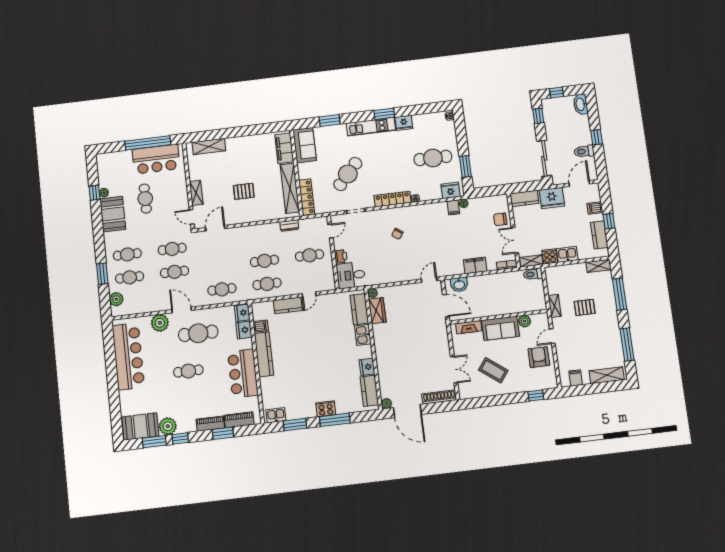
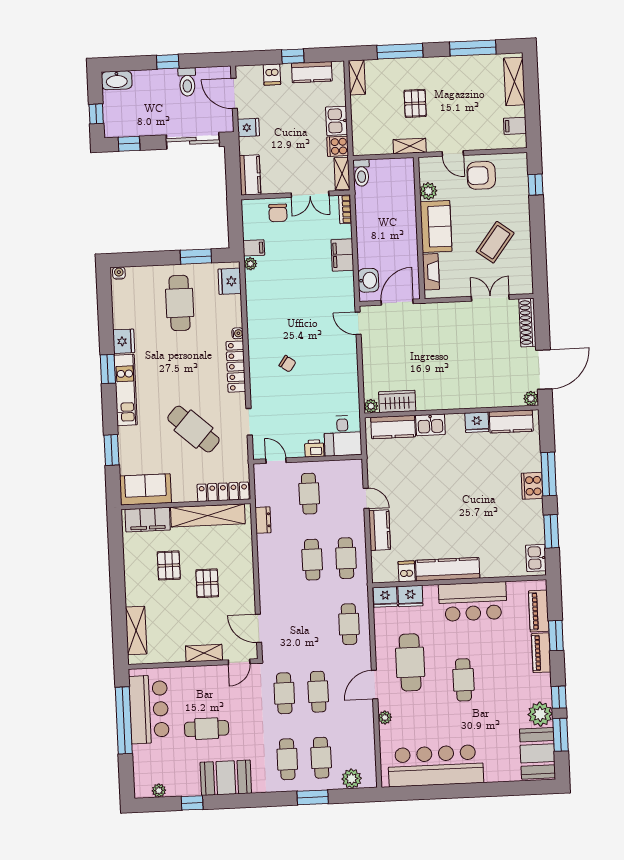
pallet: (254, 165) -> (169, 565), added
plant: (104, 193) -> (159, 791), moved
fridge: (552, 198) -> (248, 128), width x0.53, depth x0.75
filing cabinet: (453, 208) -> (254, 248), moved
plant: (160, 323) -> (385, 718), width x0.53, depth x0.53

